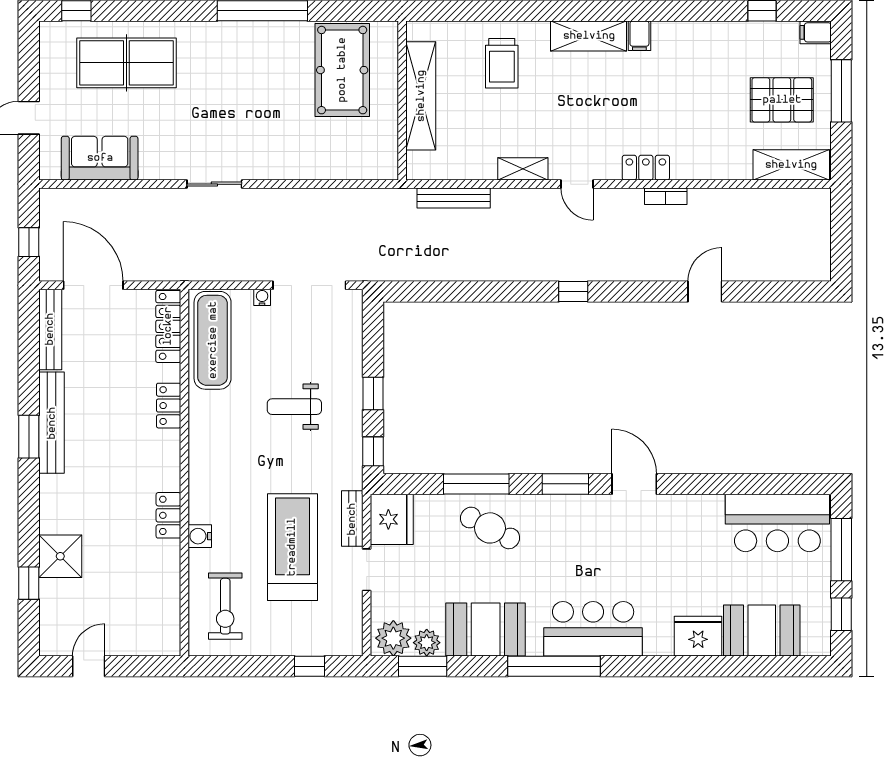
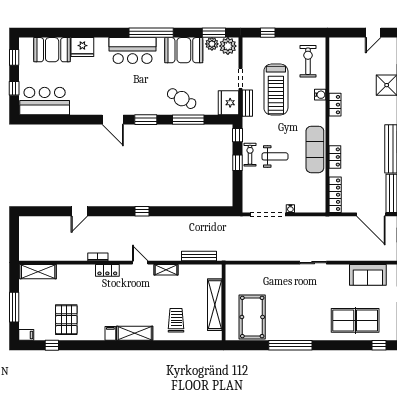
pallet: (782, 100) -> (66, 320), moved, turned 90
exercise mat: (213, 340) -> (315, 149), moved
exercise bike: (347, 410) -> (250, 155), added
window: (841, 550) -> (14, 88), width x0.46

